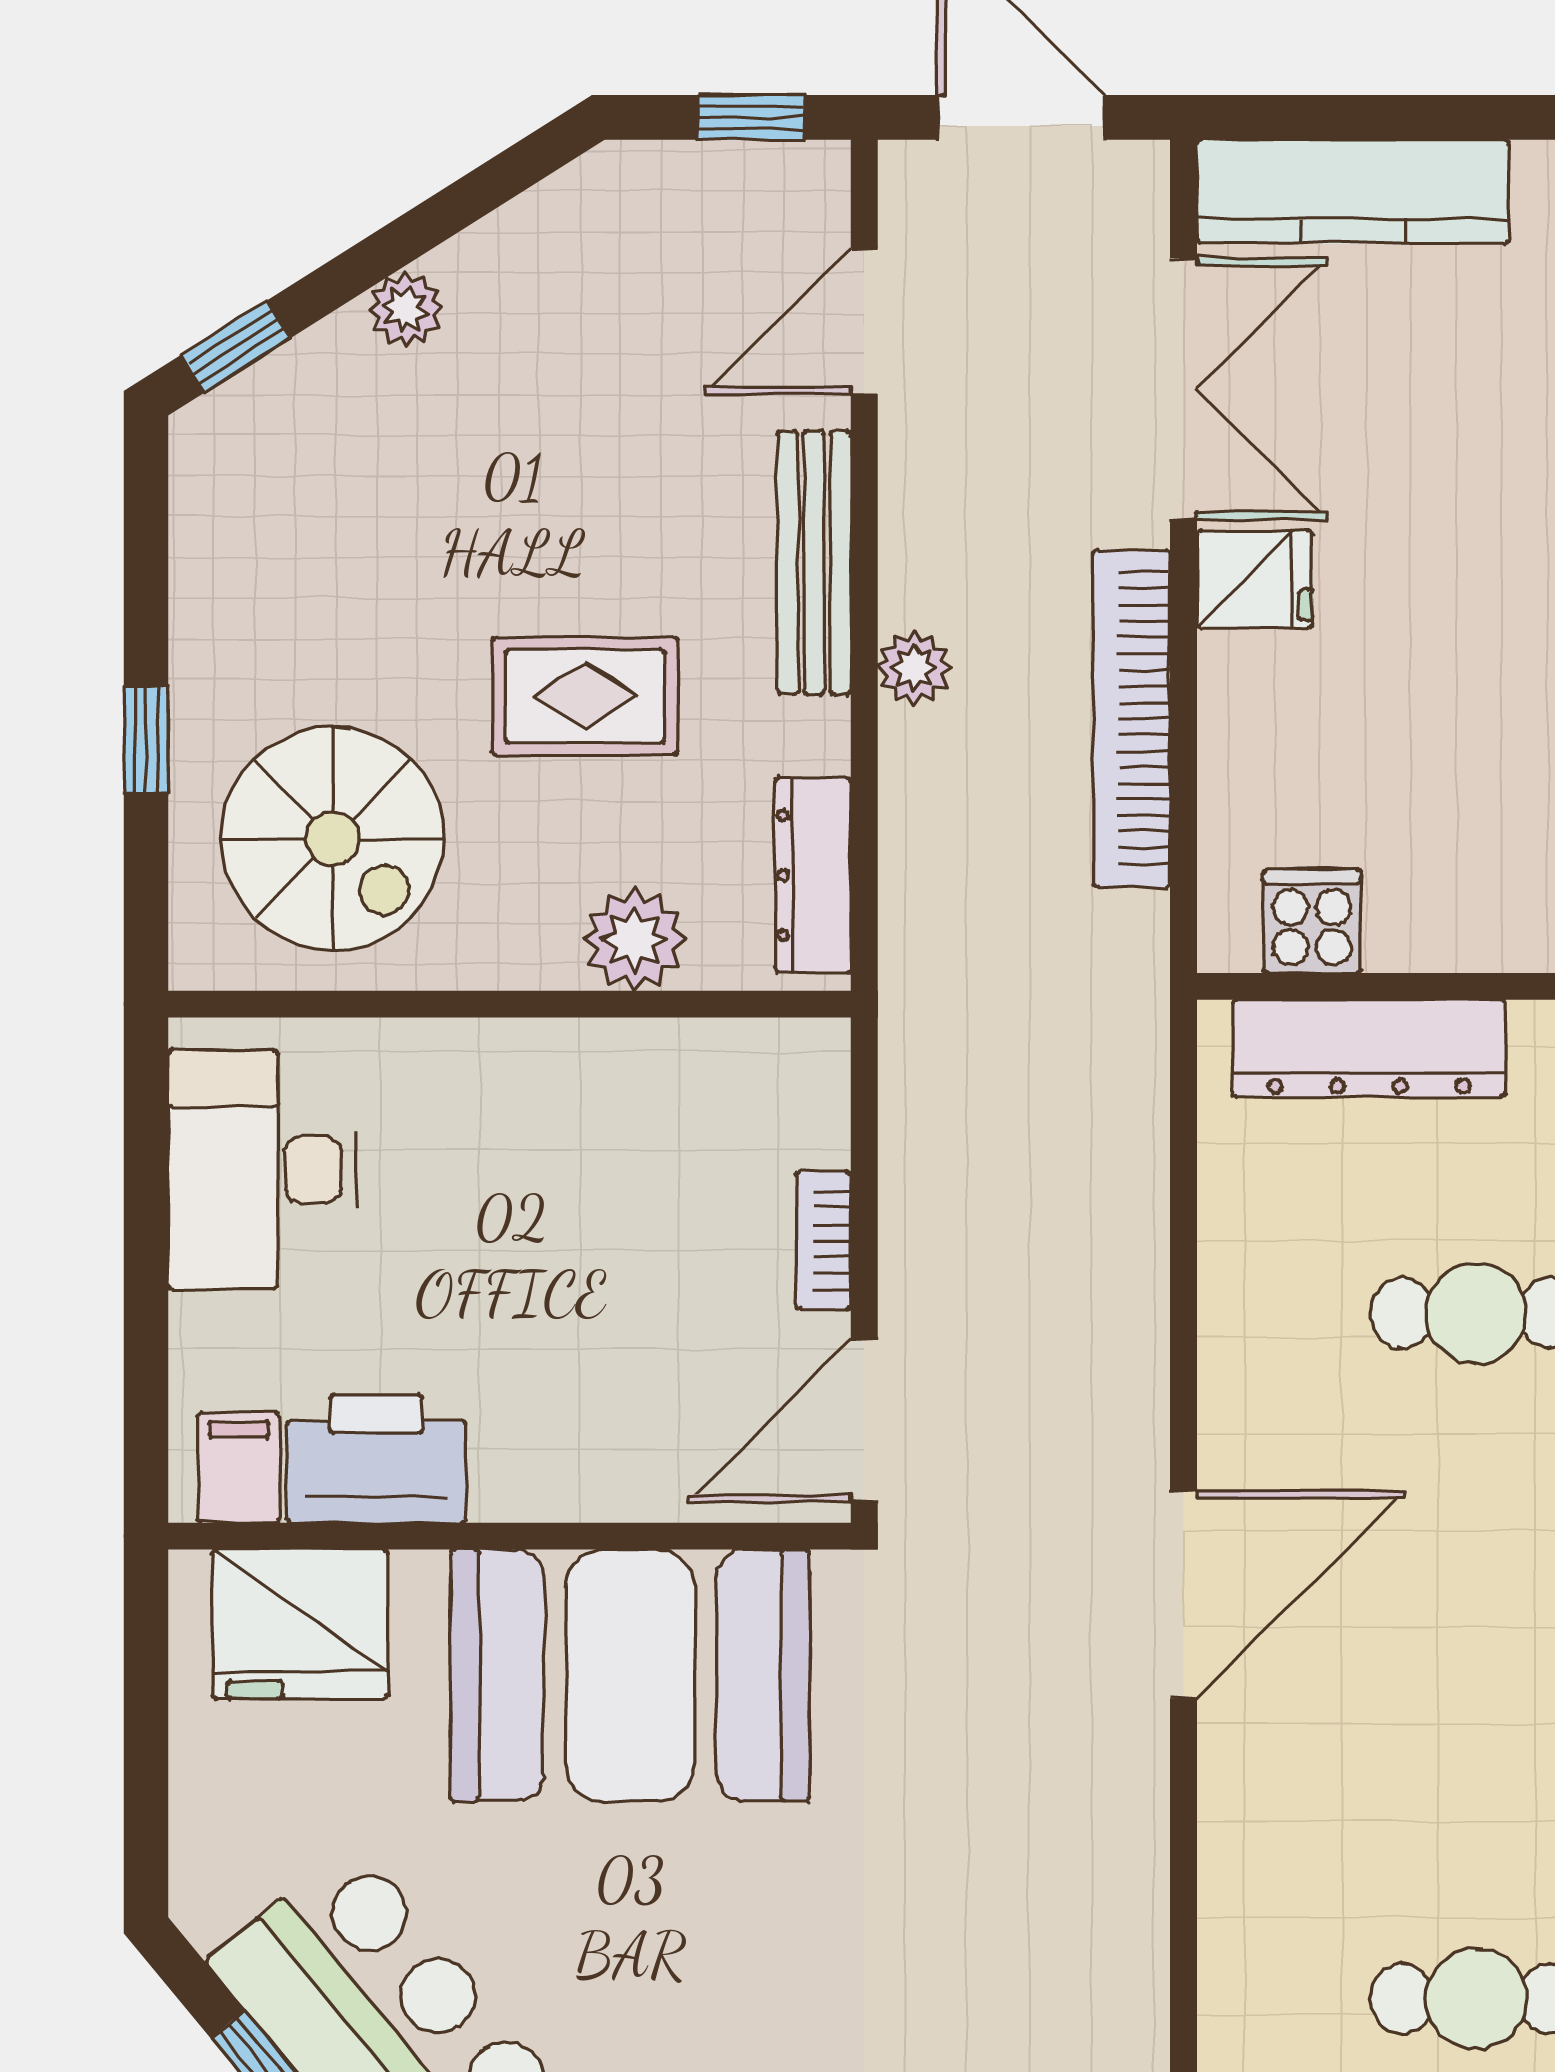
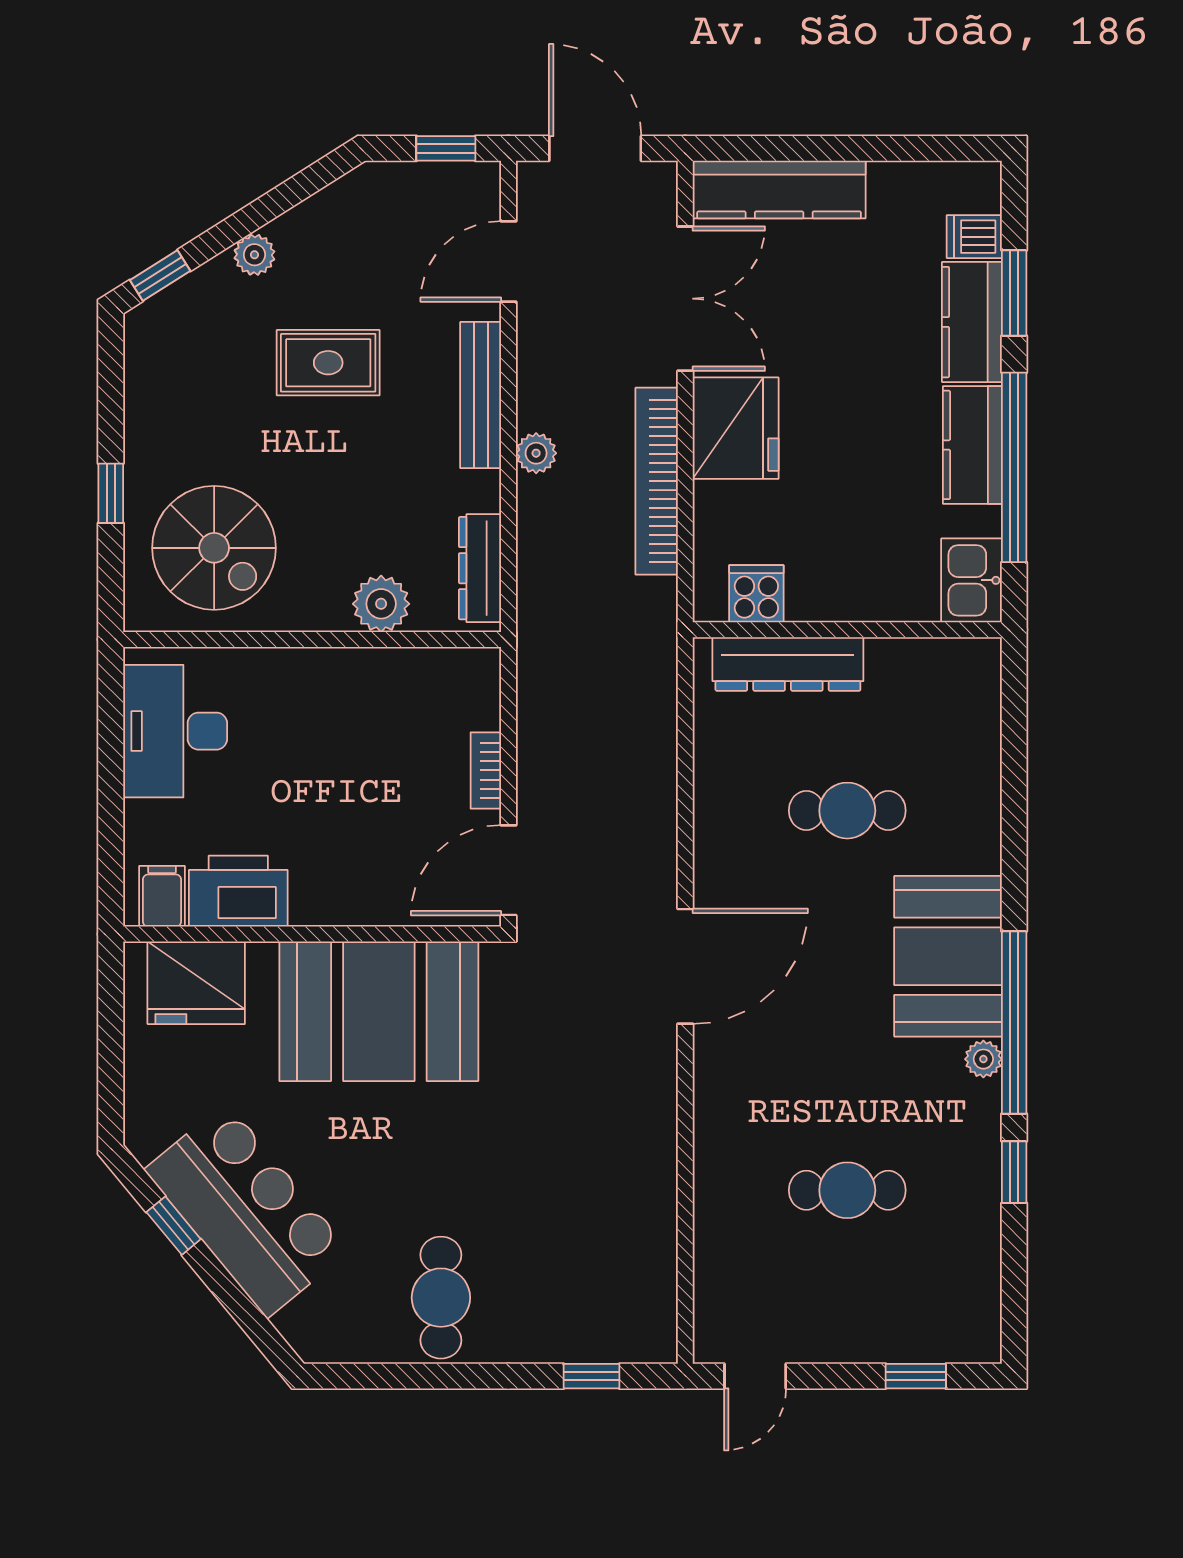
fridge: (1255, 580) -> (736, 428), width x1.88, depth x1.34
rug: (585, 696) -> (328, 363), moved

